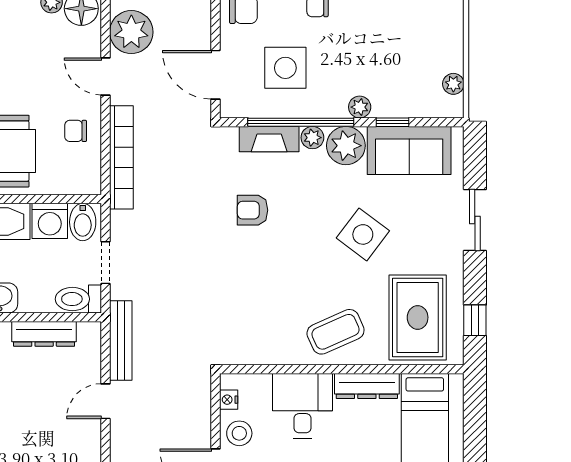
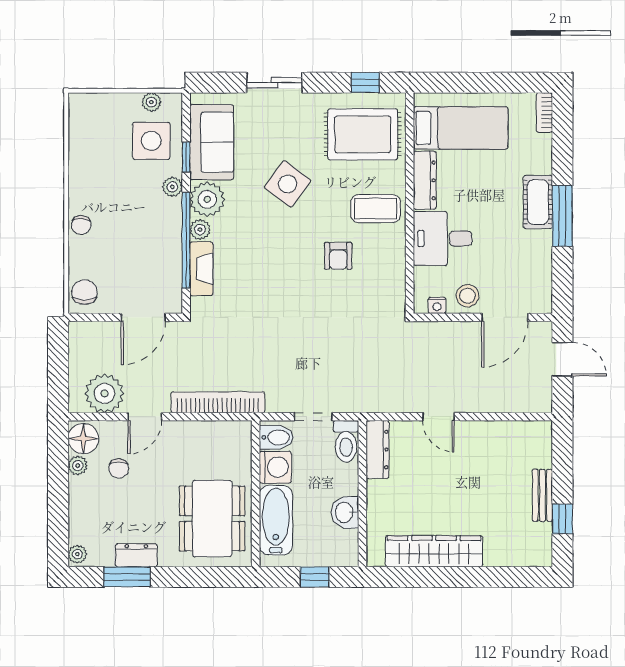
side table: (285, 68) -> (151, 141), moved
chair: (76, 131) -> (119, 468), moved
armchair: (252, 210) -> (338, 256), moved
coffee table: (336, 332) -> (376, 209), turned -66
dresser: (44, 334) -> (377, 450), moved
bench: (121, 341) -> (384, 403), removed

